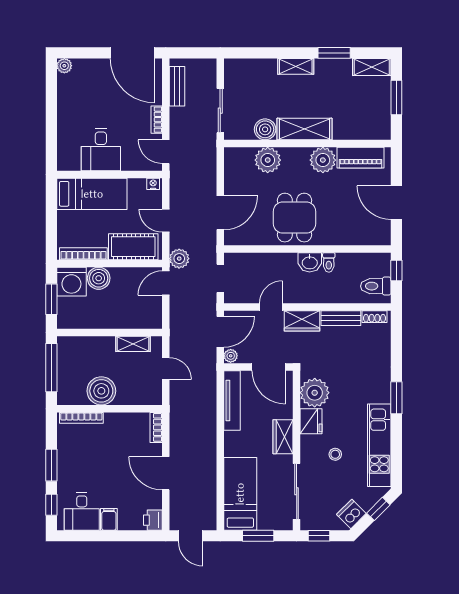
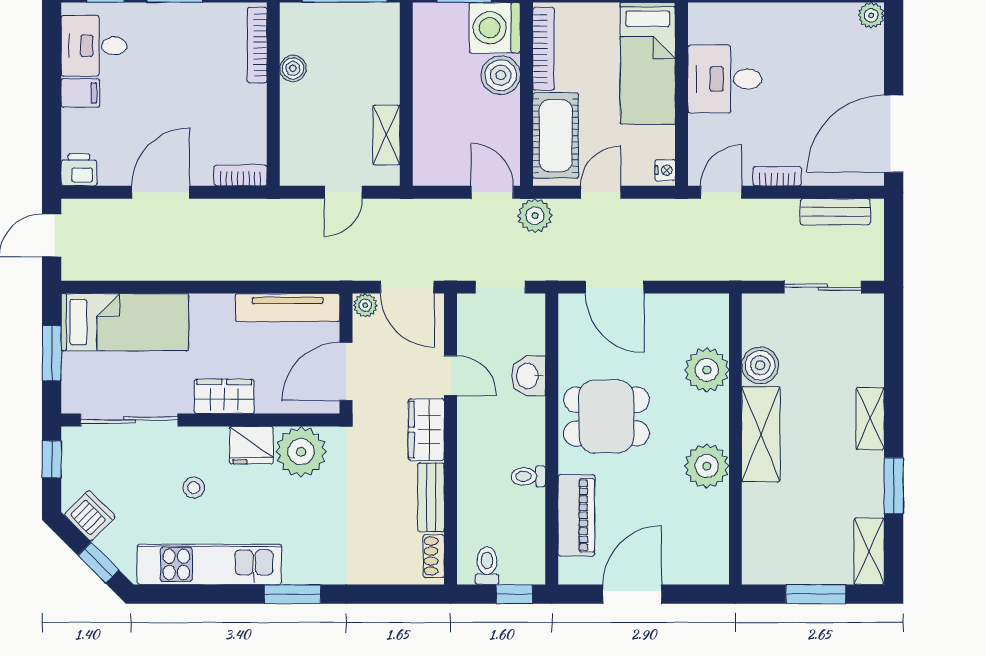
sliding door: (220, 111) -> (823, 287), moved
piano: (361, 158) -> (576, 515), moved, turned 180
washbasin: (310, 262) -> (528, 376), moved
toilet: (376, 286) -> (487, 566), width x0.73, depth x0.72
boiler: (101, 391) -> (293, 68), width x0.54, depth x0.54

